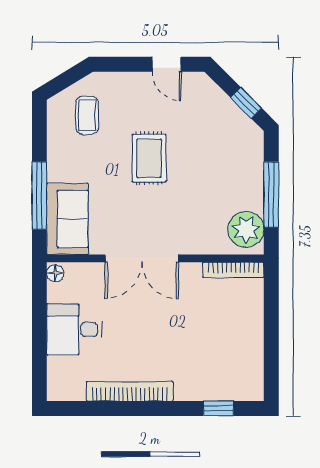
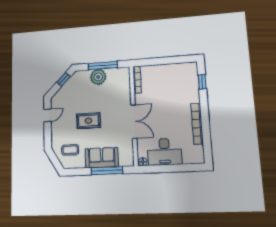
sofa: (67, 219) -> (102, 158), moved
plant: (246, 229) -> (98, 77), moved
desk: (74, 330) -> (165, 152), width x1.37

